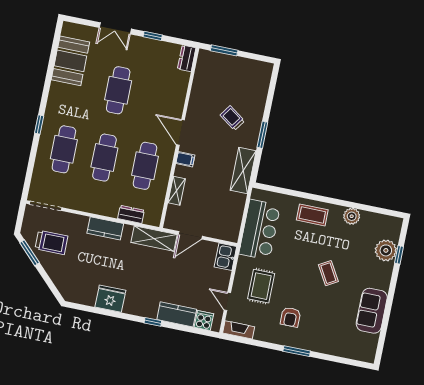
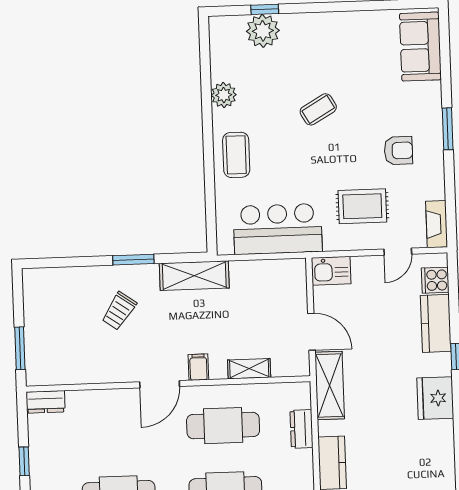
fridge: (110, 299) -> (435, 398), moved
sofa: (372, 311) -> (420, 47), moved, turned 90

